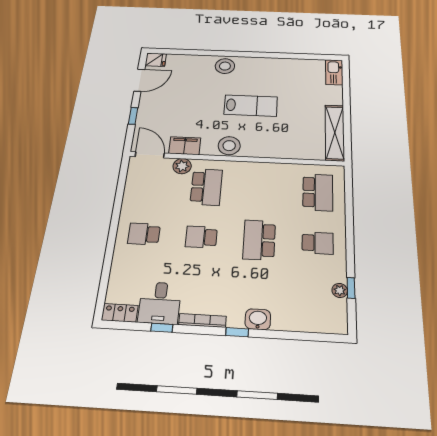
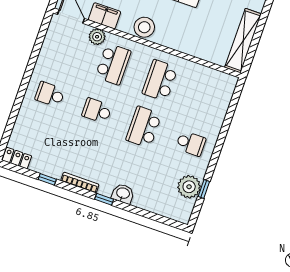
school desk: (318, 192) -> (160, 80), moved, turned 180
plant: (340, 290) -> (189, 187), width x1.88, depth x1.88
desk: (160, 303) -> (50, 159), removed

